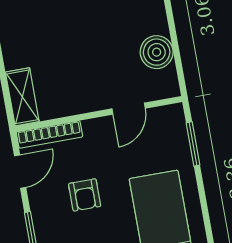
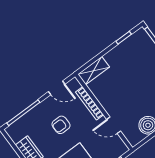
bookcase: (49, 134) -> (90, 103), moved

